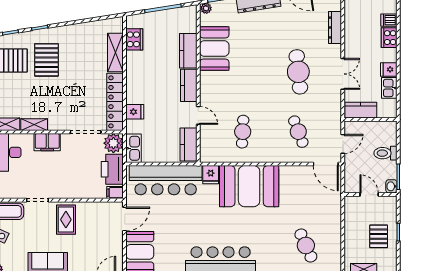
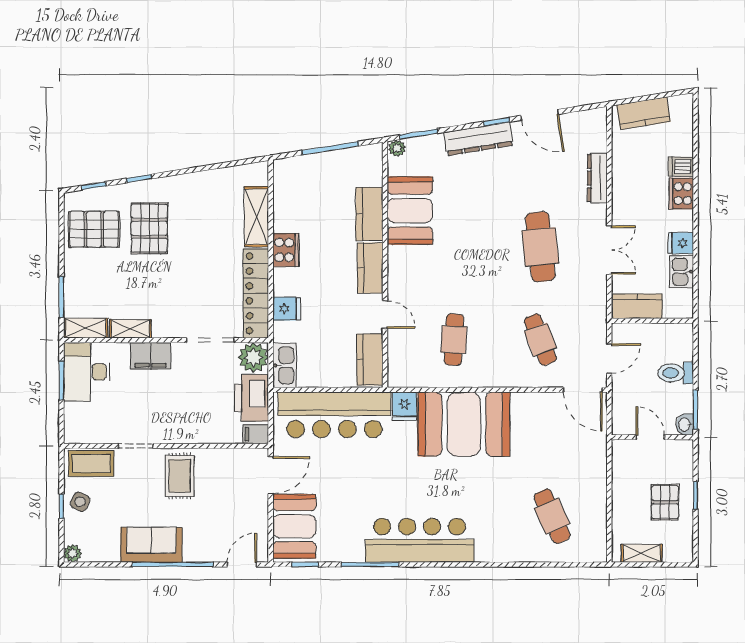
cooker: (134, 39) -> (286, 250), moved

